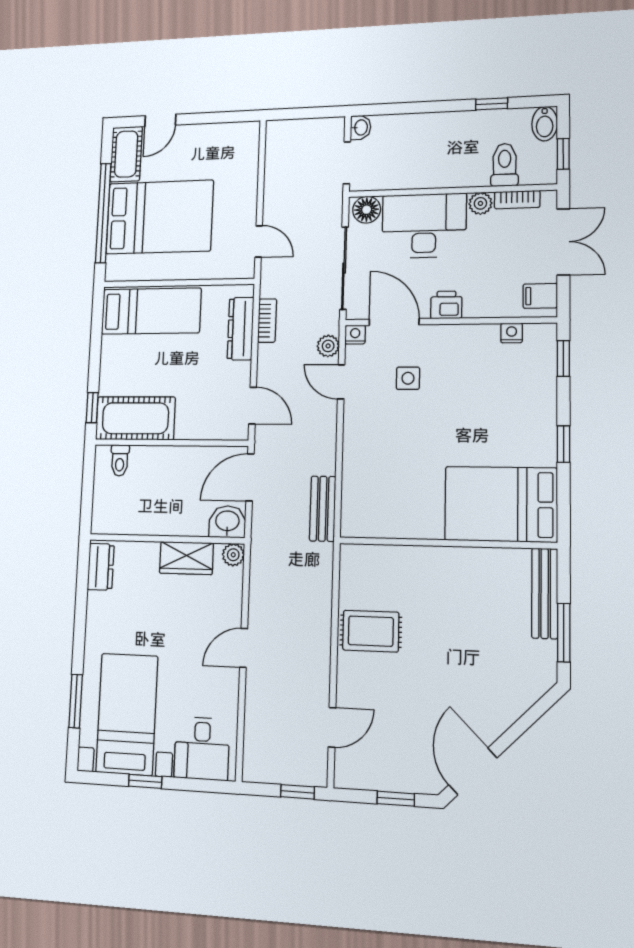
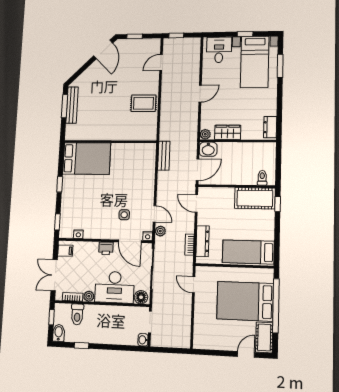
bench: (545, 593) -> (72, 105), moved

